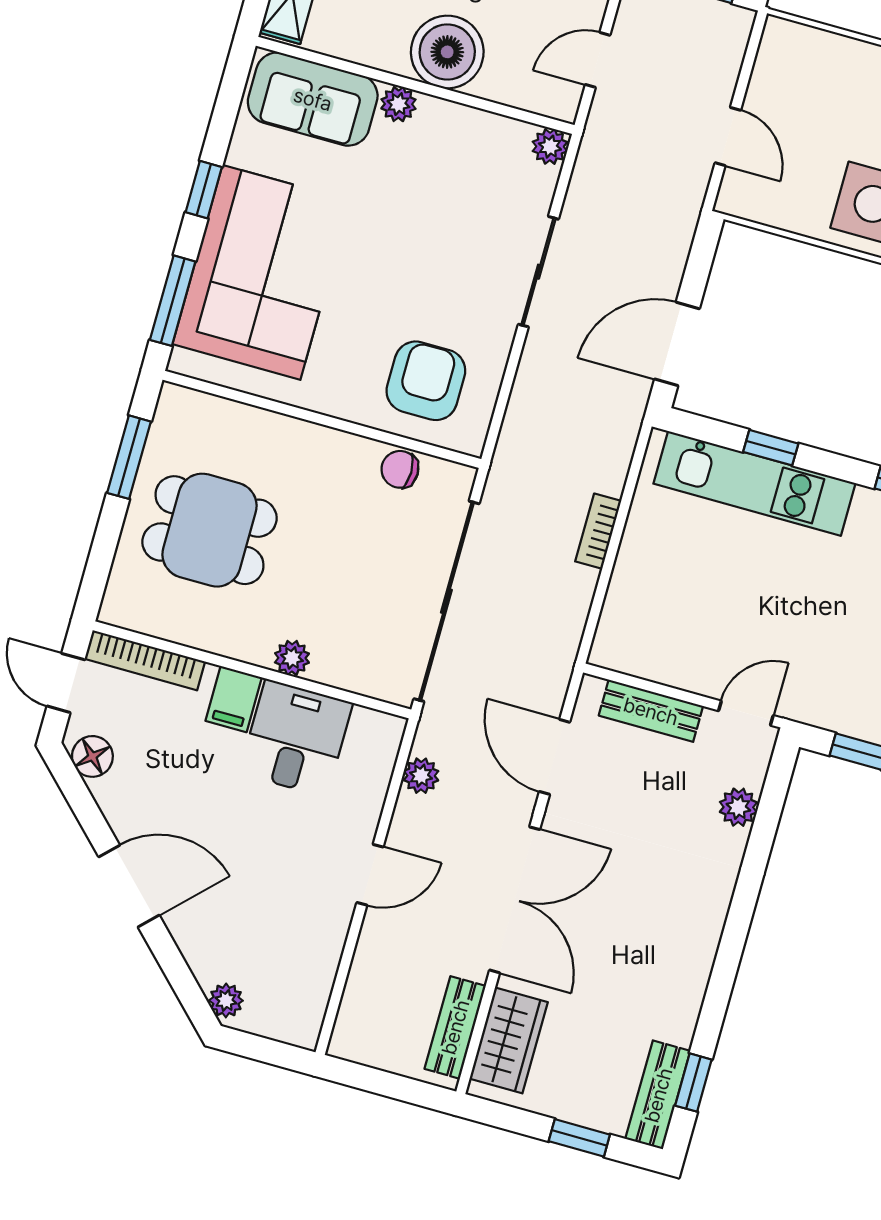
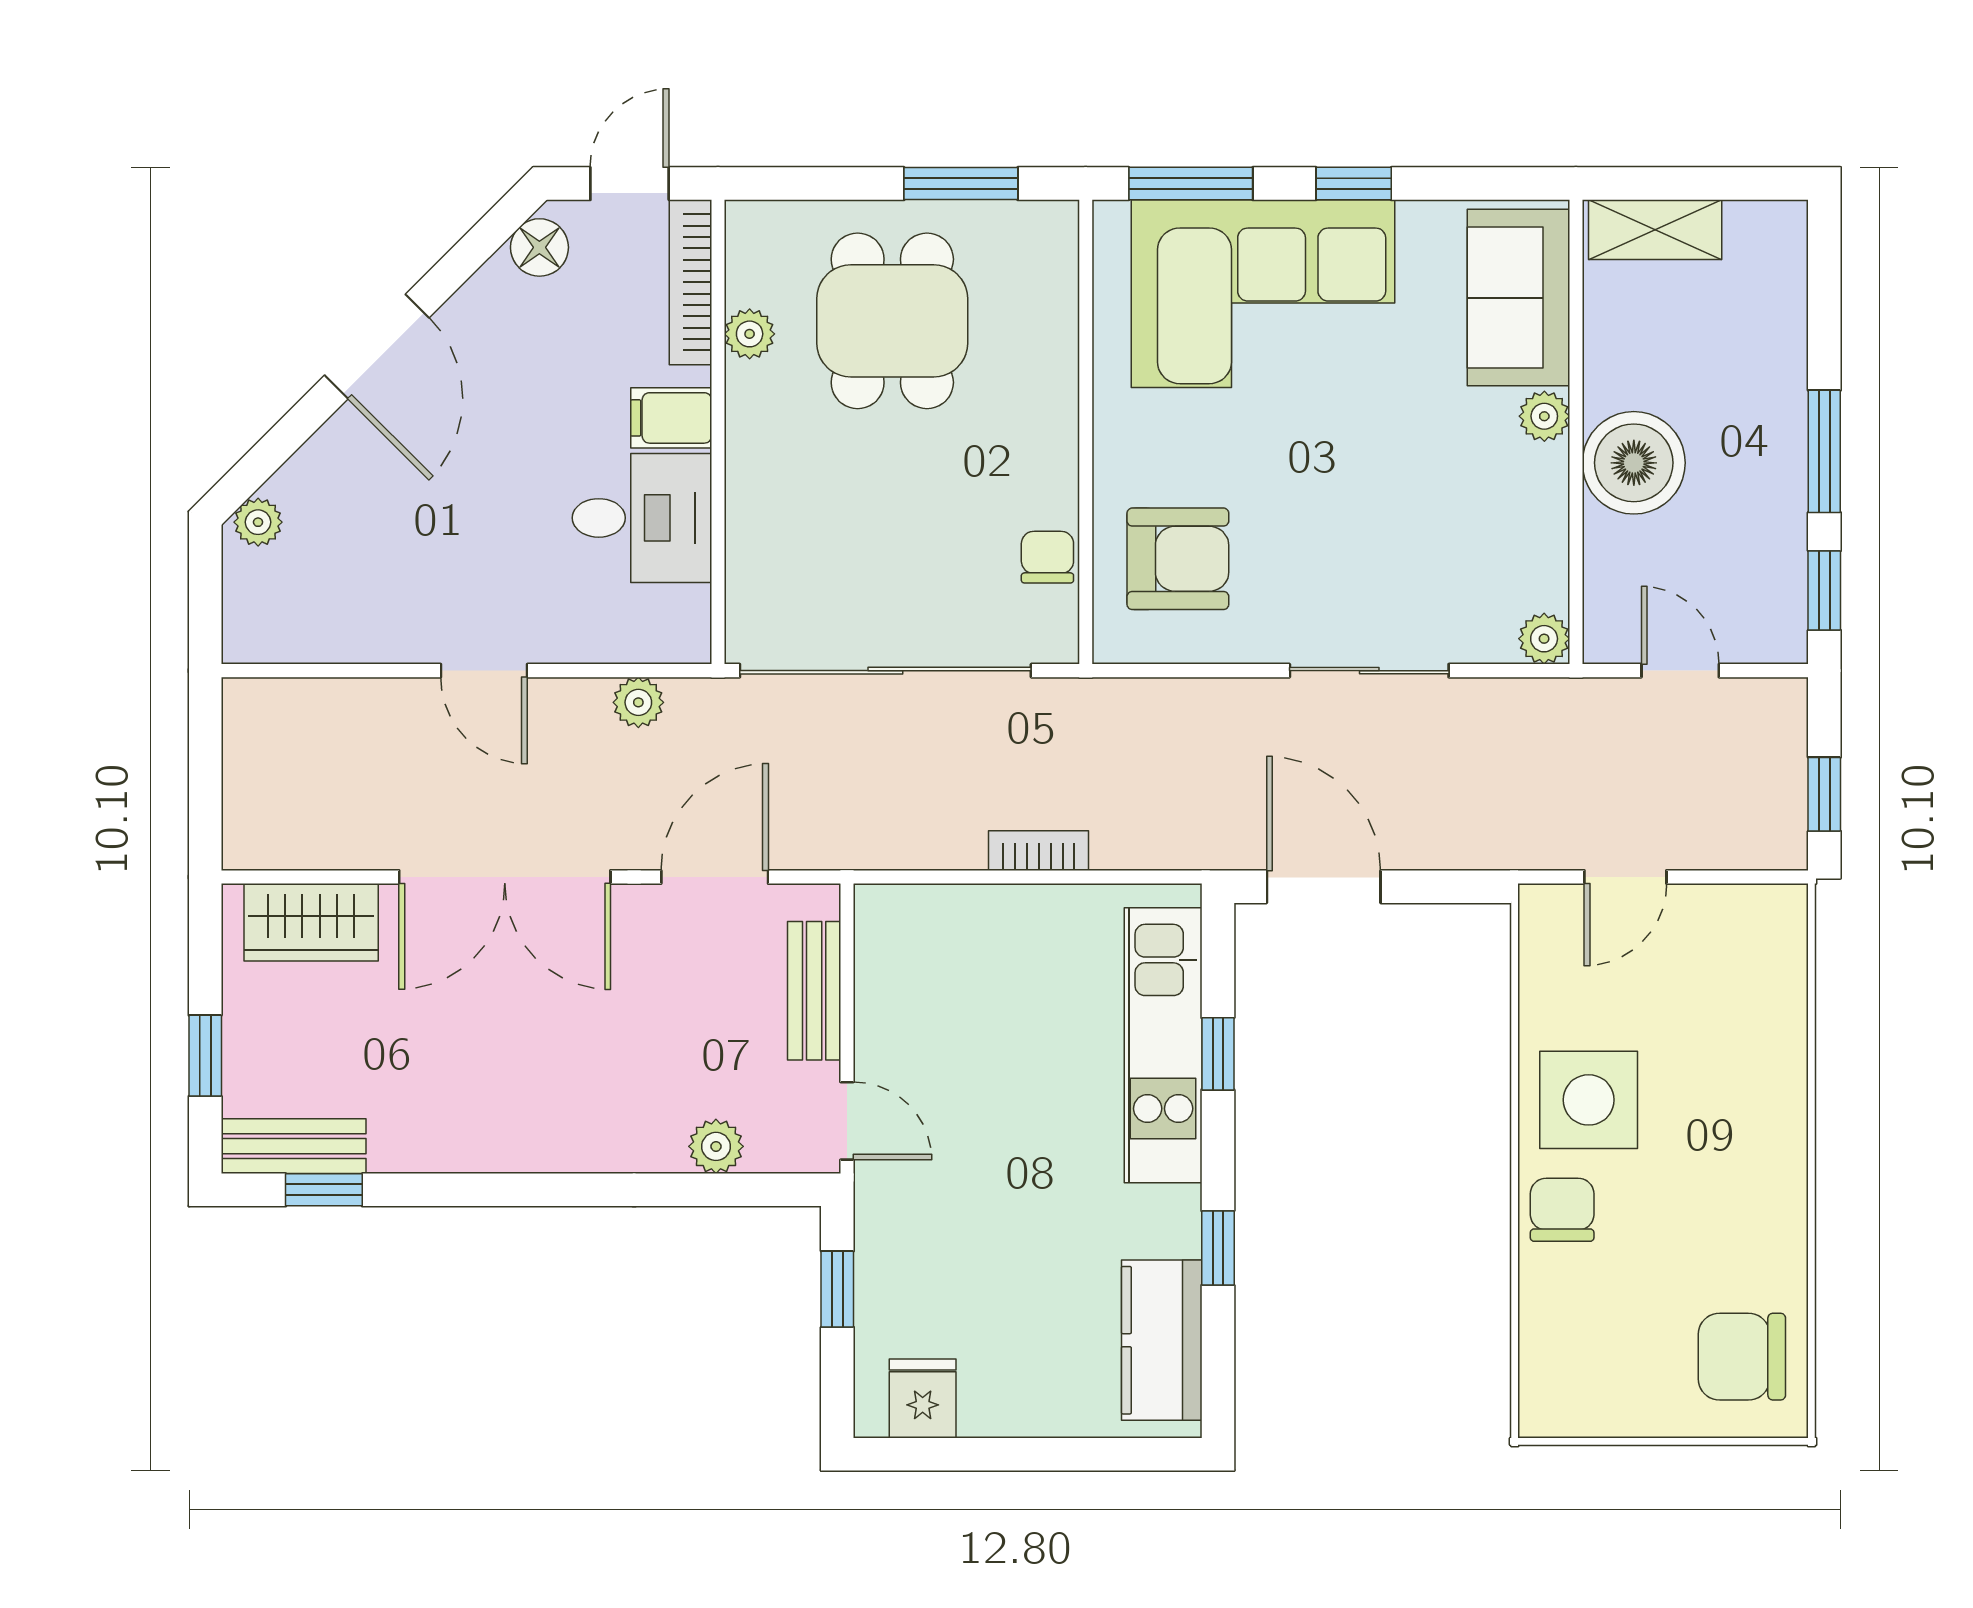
plant: (292, 658) -> (750, 334), moved
bench: (455, 1027) -> (308, 845), removed

